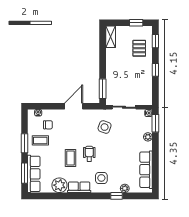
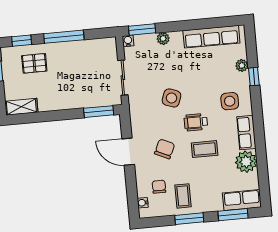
window: (155, 70) -> (64, 37), width x2.17
side table: (105, 127) -> (171, 98), moved
chair: (73, 131) -> (165, 149), added
row of seats: (34, 174) -> (242, 200), width x0.68

